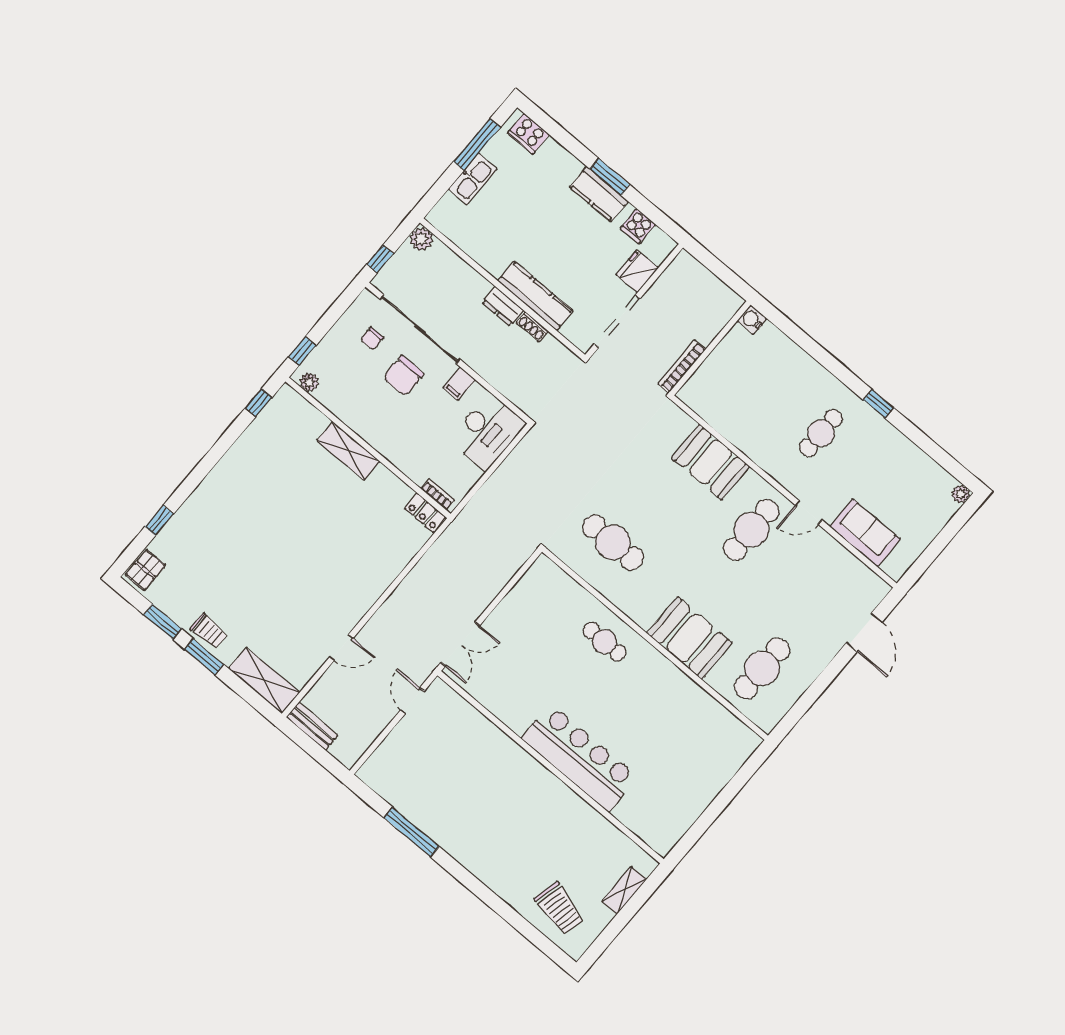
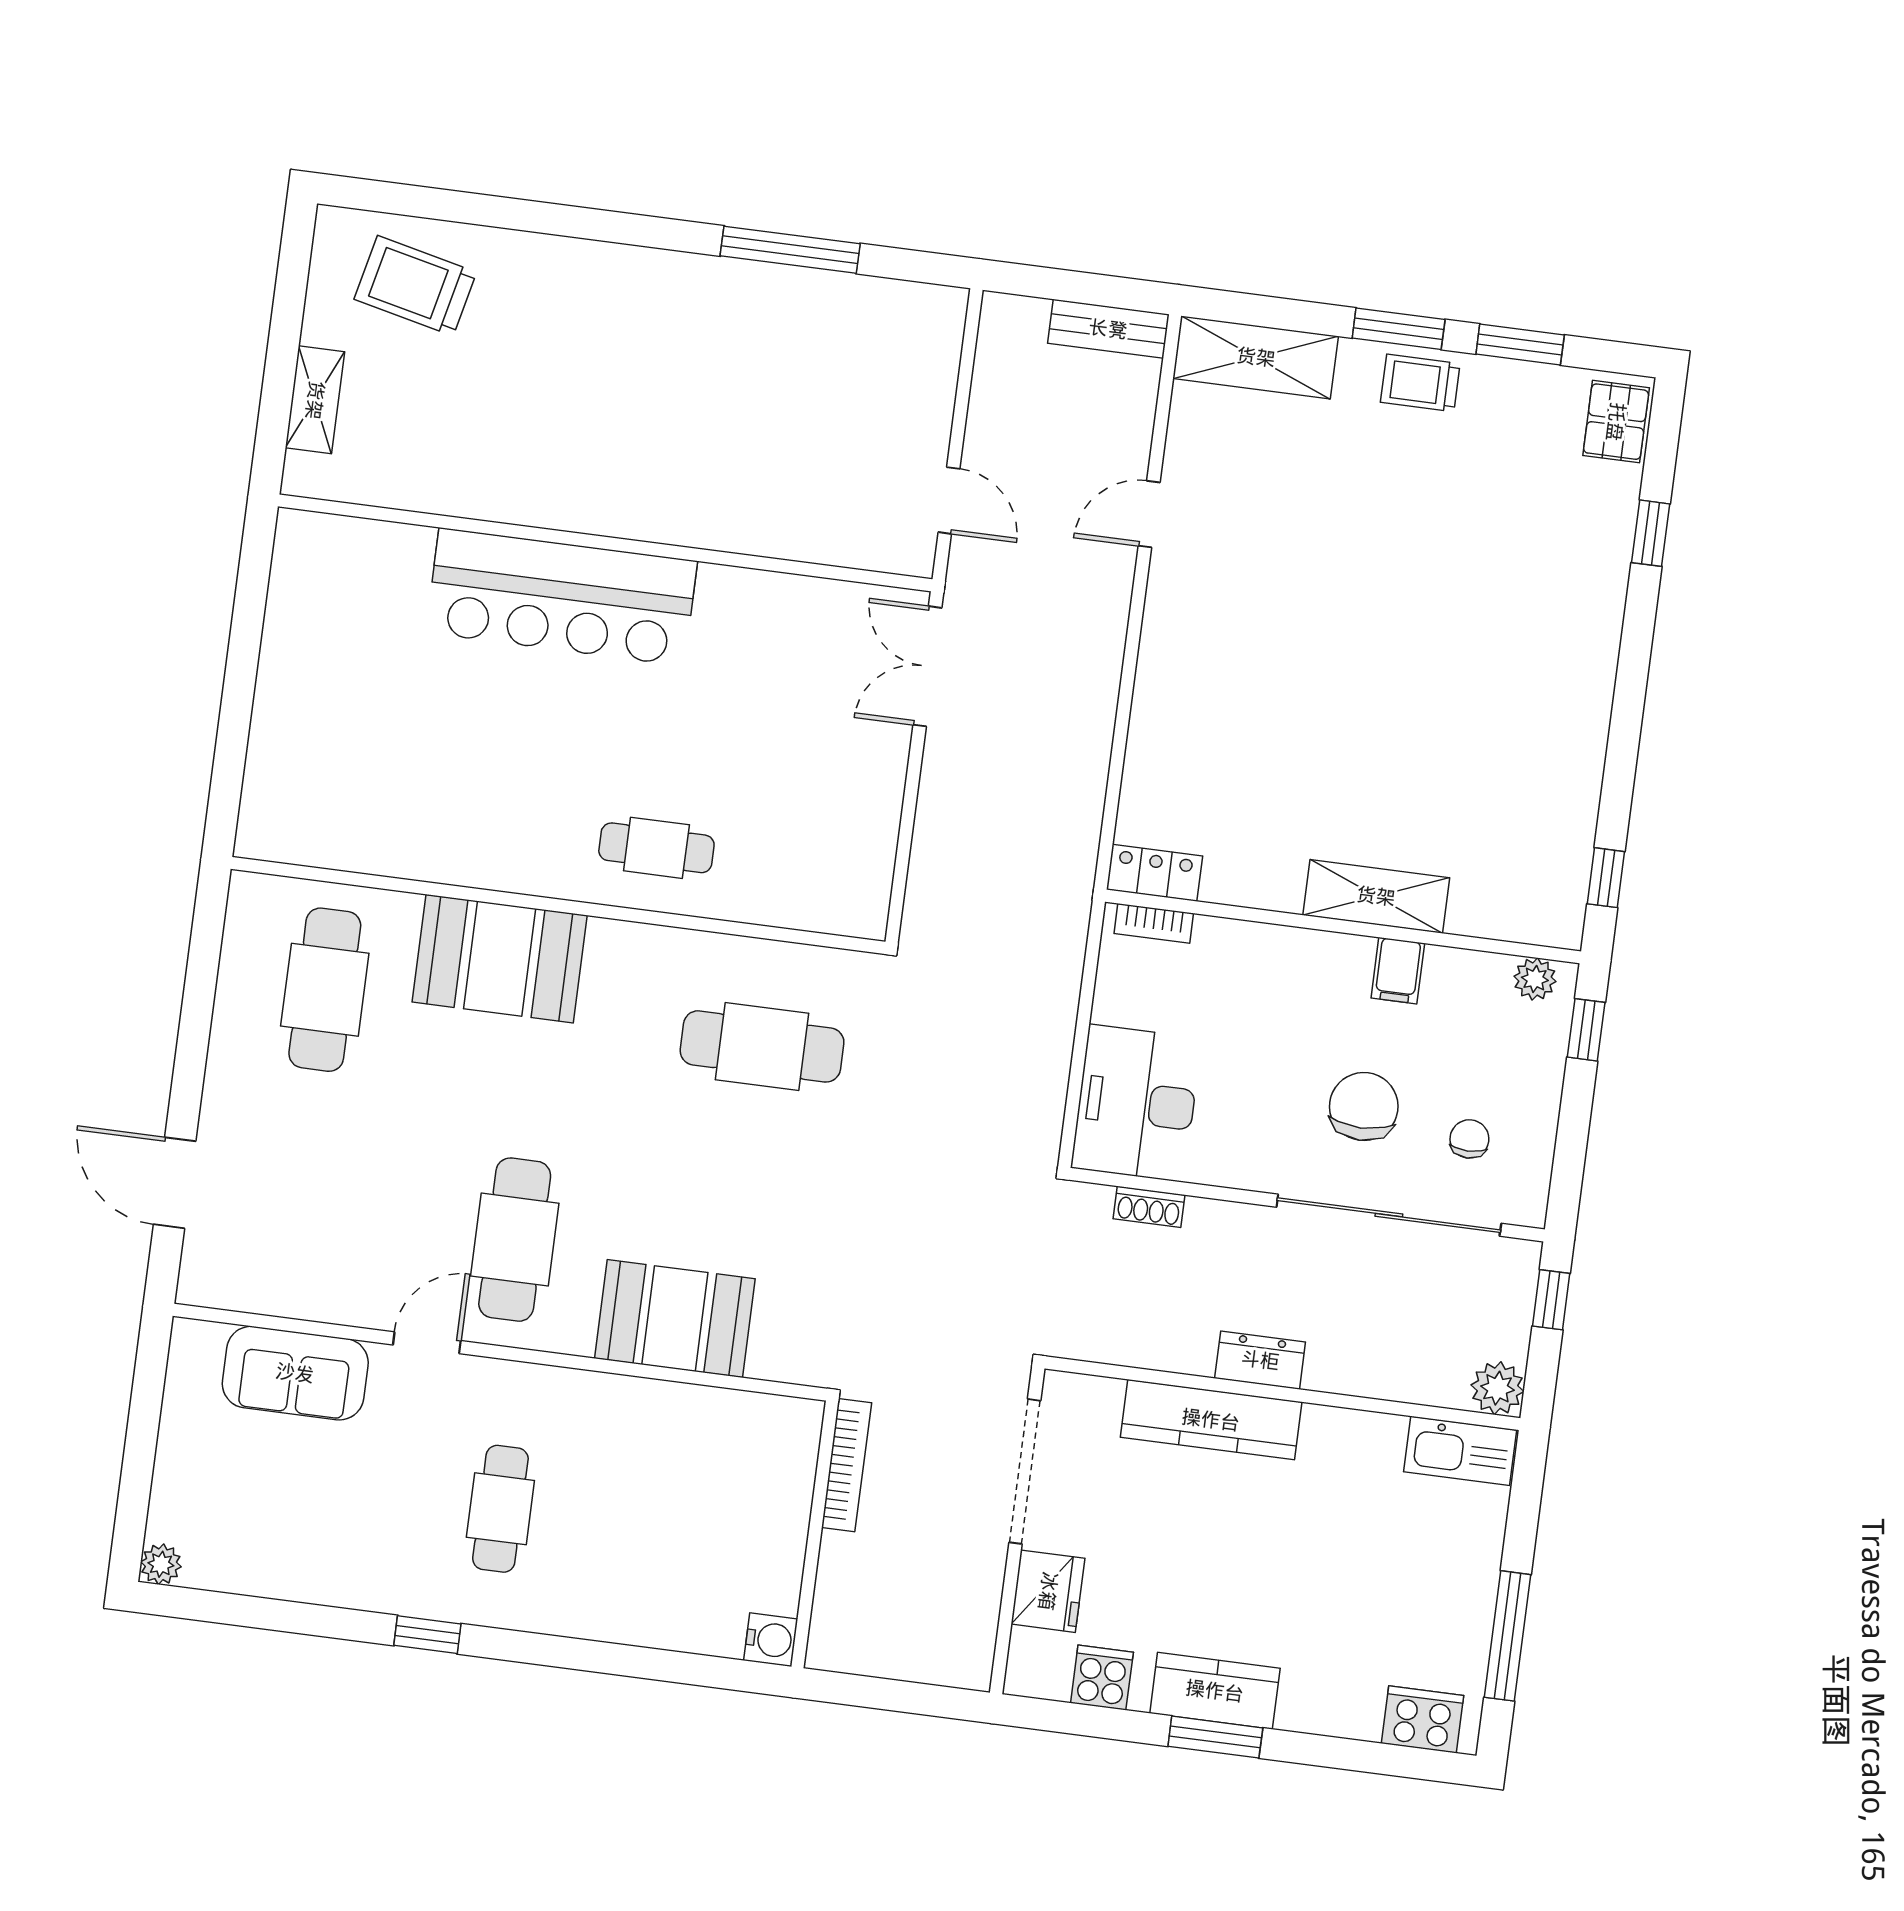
kitchen sink: (473, 179) -> (1460, 1451), moved, turned -90
shoe rack: (532, 327) -> (1149, 1207), moved, turned 180
filing cabinet: (459, 384) -> (1398, 971), moved, turned 180

